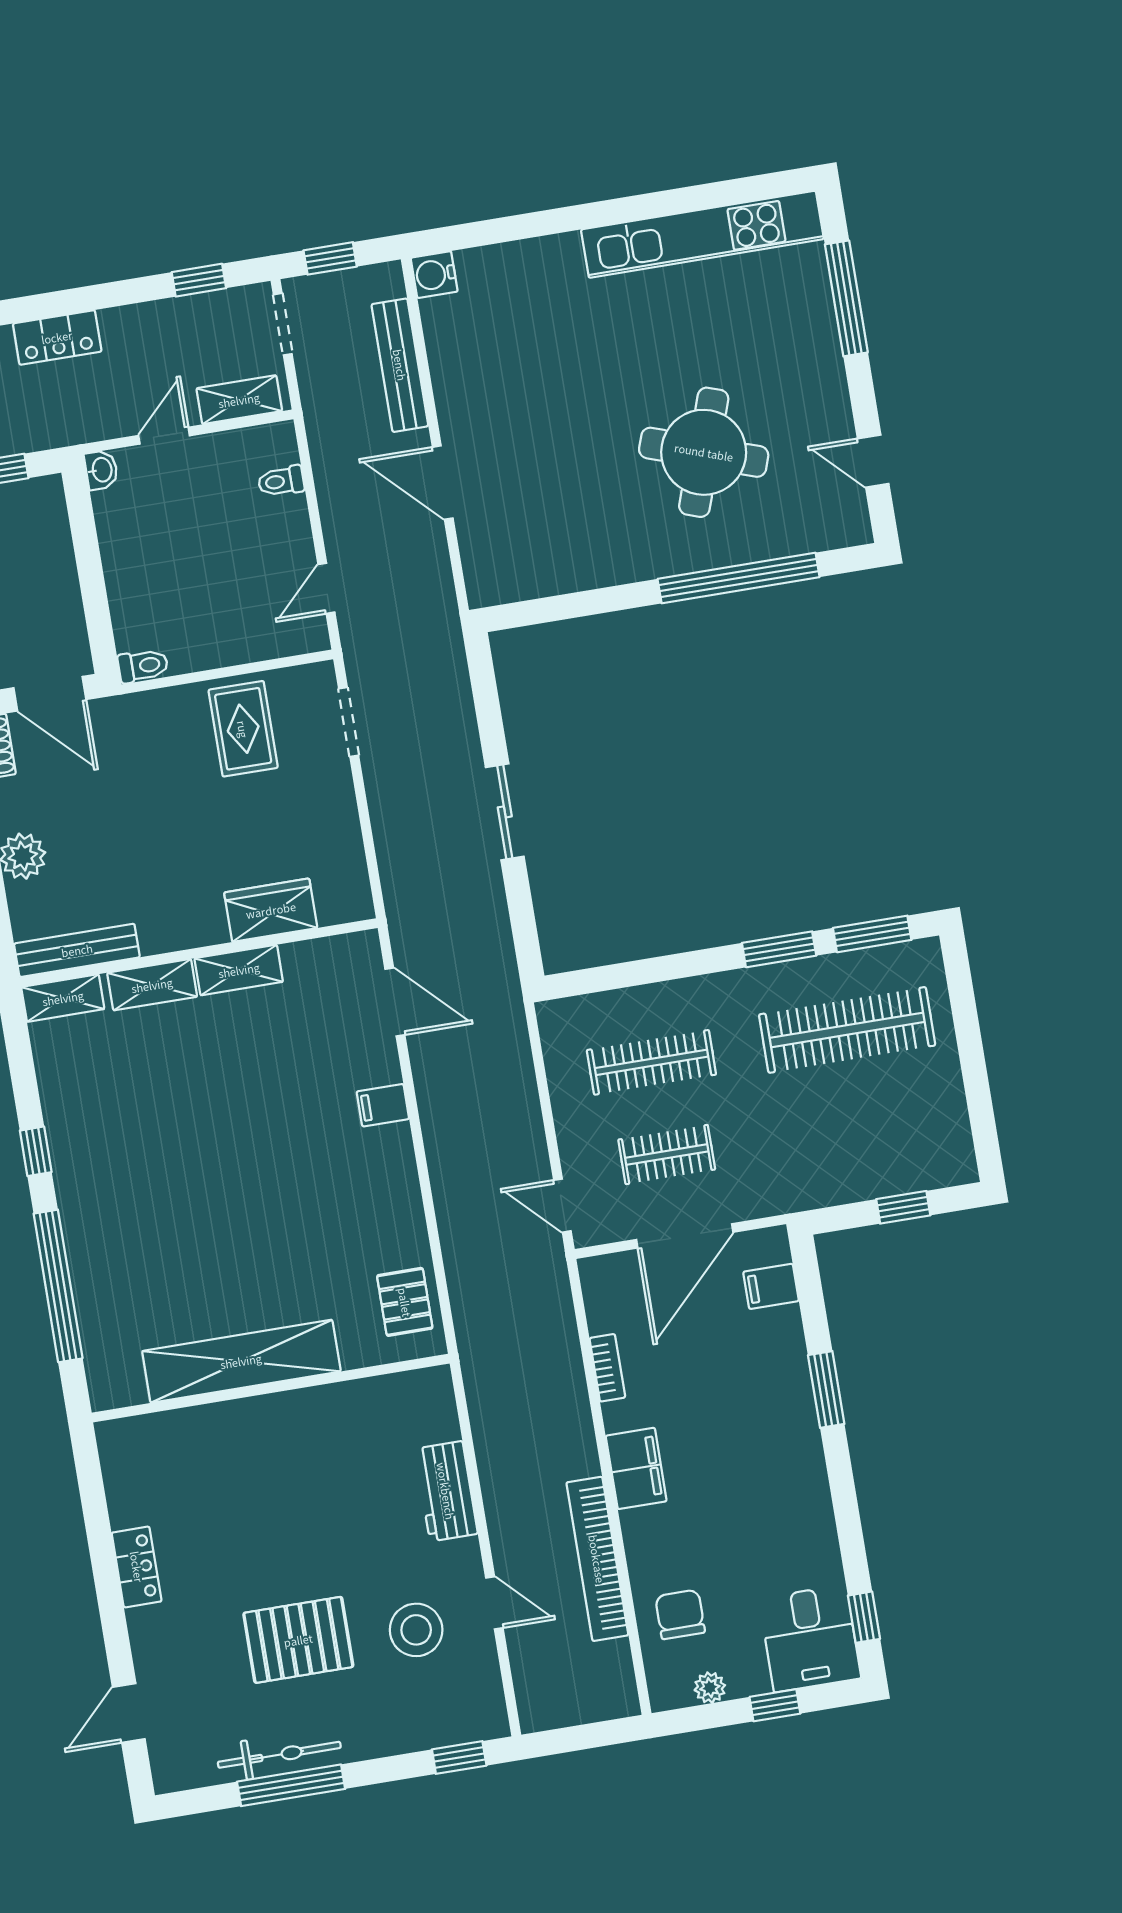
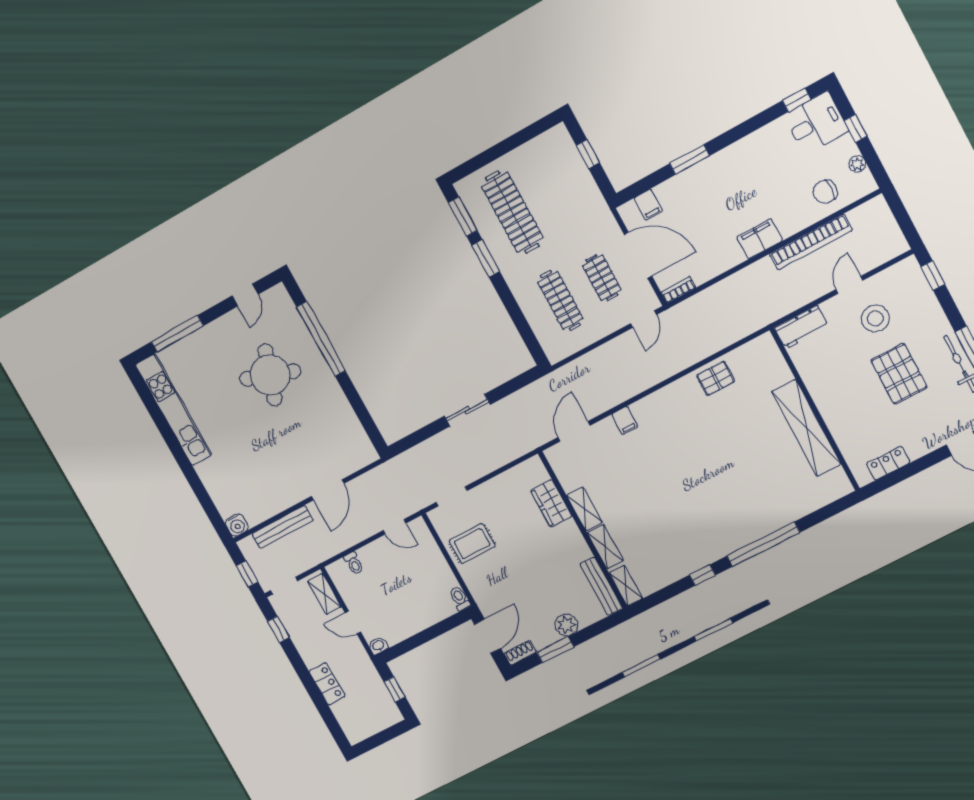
shelving: (241, 1361) -> (806, 428), moved
bookcase: (607, 1368) -> (678, 290), moved
wall: (271, 1388) -> (815, 410), moved

